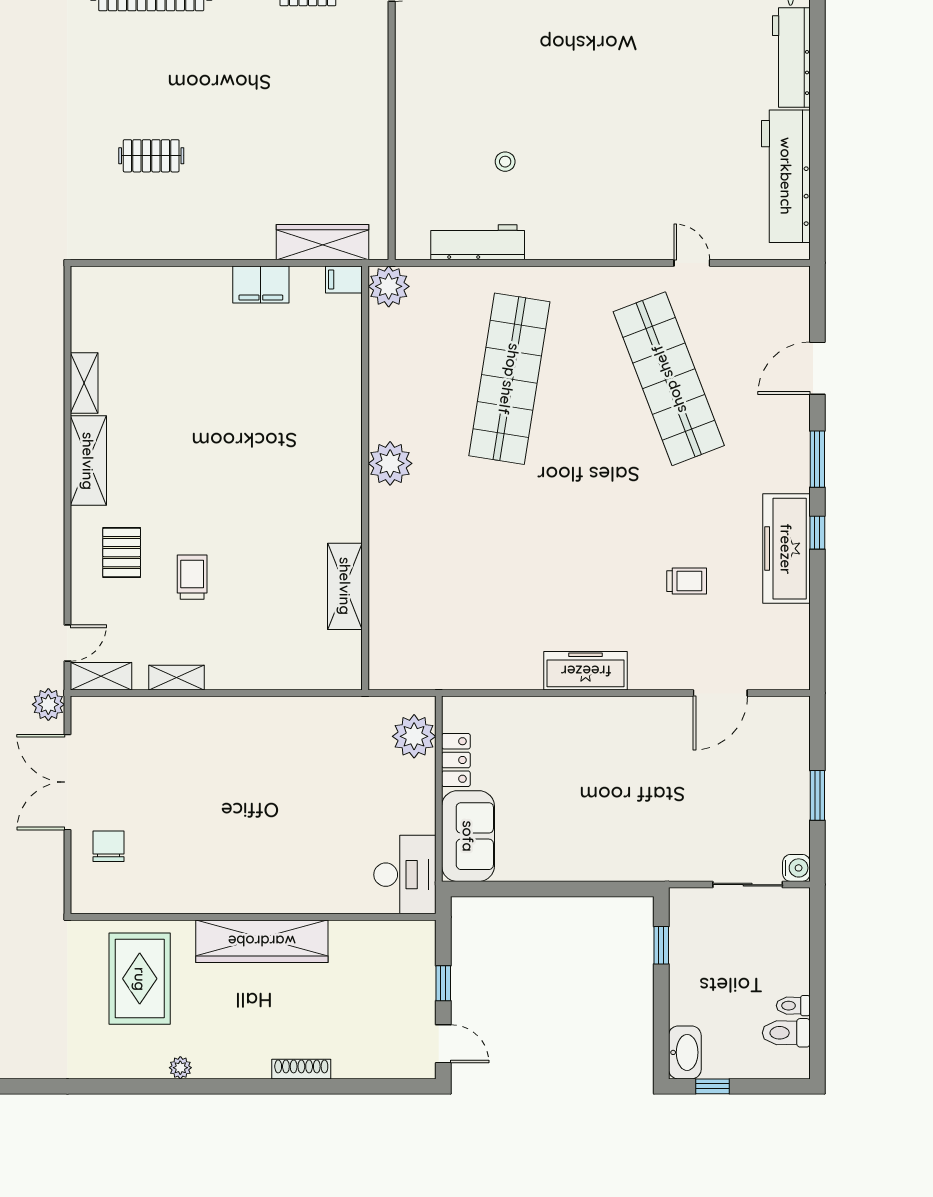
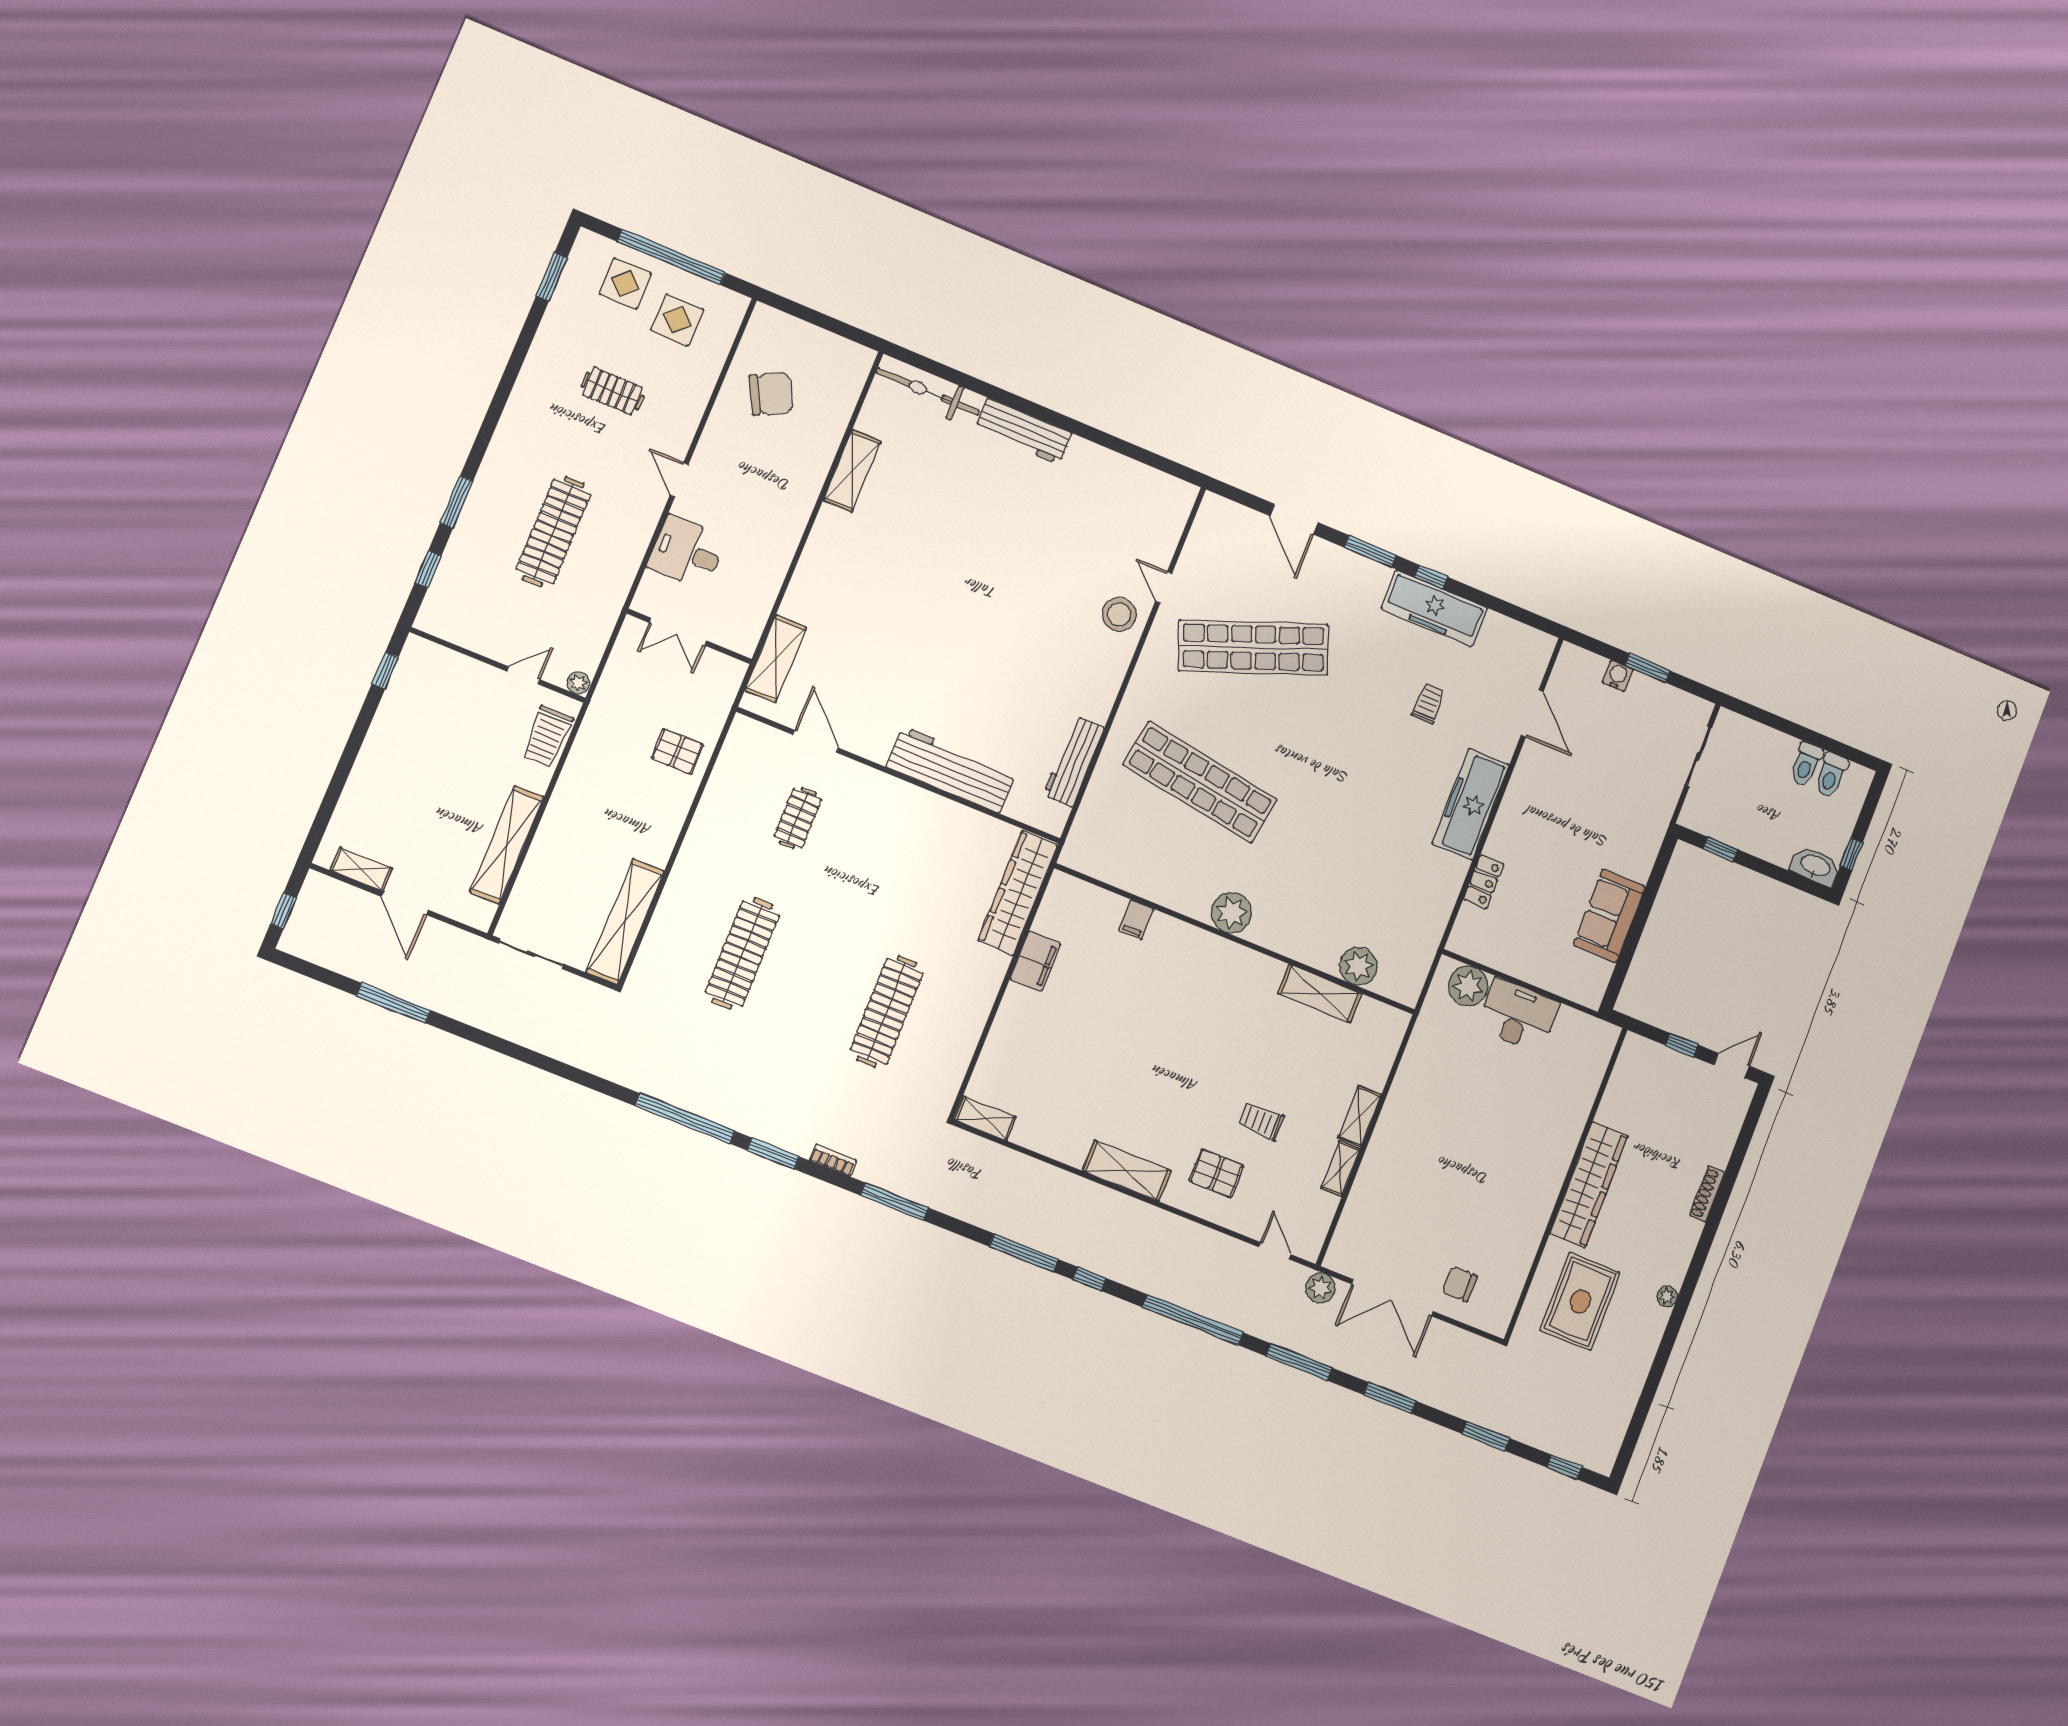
clothes rail: (151, 156) -> (887, 1011), width x1.86, depth x1.31
stool: (505, 162) -> (1119, 614), moved, width x1.89, depth x1.89
workbench: (786, 176) -> (951, 770), moved, turned 180
wardrobe: (323, 242) -> (1018, 893), width x1.40, depth x1.17
door: (692, 263) -> (1164, 587), hinge flipped
filing cabinet: (344, 279) -> (1136, 920), moved
plant: (389, 286) -> (1359, 966), moved
shelving: (84, 383) -> (985, 1118), moved
freezer: (586, 671) -> (1471, 804), width x1.36, depth x1.26
shelving: (101, 676) -> (1360, 1116), moved
locker: (456, 760) -> (1483, 882), moved, turned 90
sofa: (468, 836) -> (1609, 916), moved, turned -90
water cooler: (796, 868) -> (1618, 676), moved
desk: (405, 875) -> (1518, 1015), moved
rug: (140, 979) -> (1580, 1301), turned 90
toilet: (793, 1006) -> (1806, 764), width x1.37, depth x1.39

